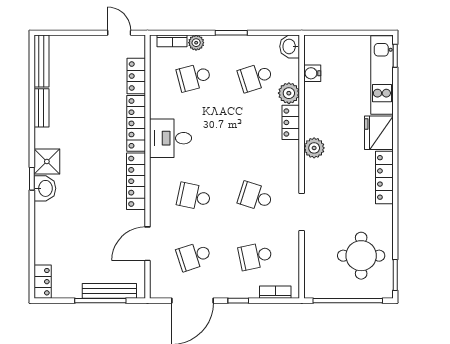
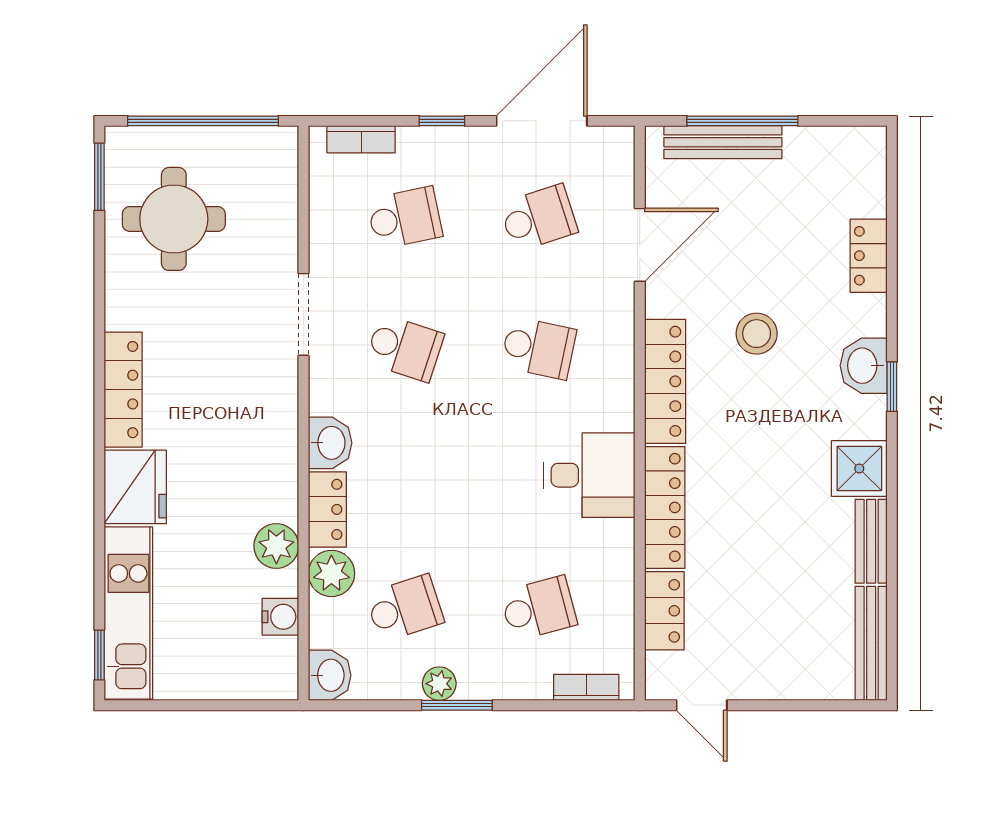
plant: (196, 43) -> (439, 684), moved
plant: (314, 148) -> (276, 546), moved
washbasin: (289, 153) -> (330, 443), added
shower: (47, 161) -> (859, 468), moved
stool: (94, 203) -> (757, 334), added
locker: (43, 282) -> (869, 256), moved

